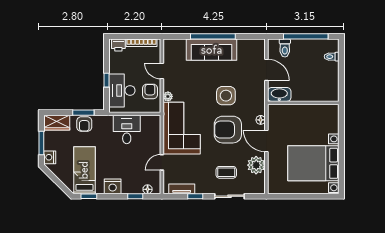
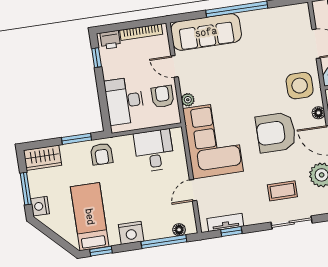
sofa: (212, 50) -> (206, 32), moved
window: (107, 80) -> (97, 58), moved
side table: (226, 96) -> (300, 86), moved
armchair: (84, 124) -> (102, 154), moved
desk: (127, 129) -> (154, 151), moved
window: (135, 196) -> (164, 242), width x2.17
window: (195, 196) -> (231, 232), moved

